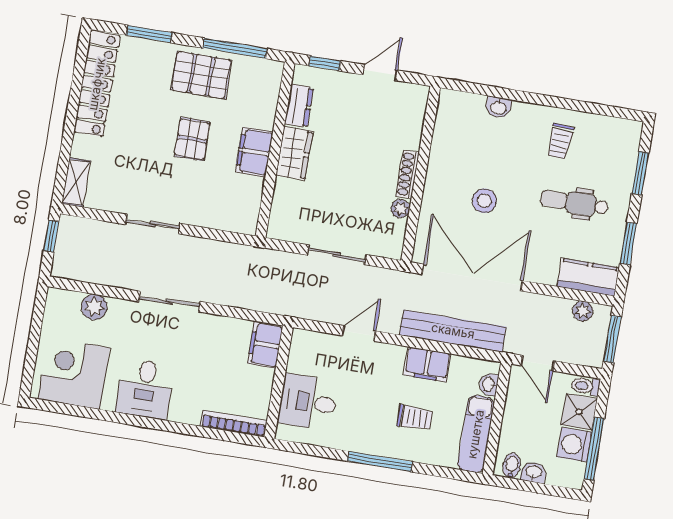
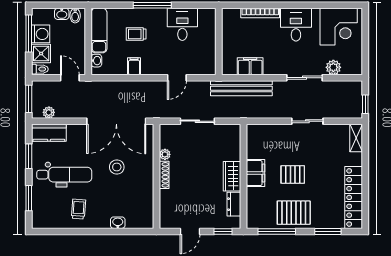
pallet: (192, 139) -> (293, 174), turned 90
dental chair: (574, 203) -> (64, 175), width x1.36, depth x1.38
sliding door: (169, 302) -> (304, 78), moved
bench: (453, 331) -> (241, 88), moved
filing cabinet: (265, 345) -> (250, 66), moved, turned -90
filing cabinet: (427, 364) -> (134, 66), width x0.50
desk: (308, 402) -> (182, 24), moved, turned -90
bookcase: (234, 424) -> (260, 13), moved

